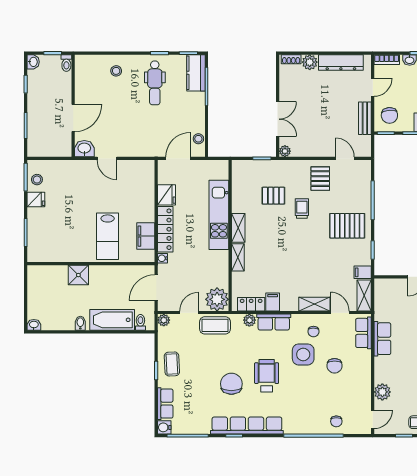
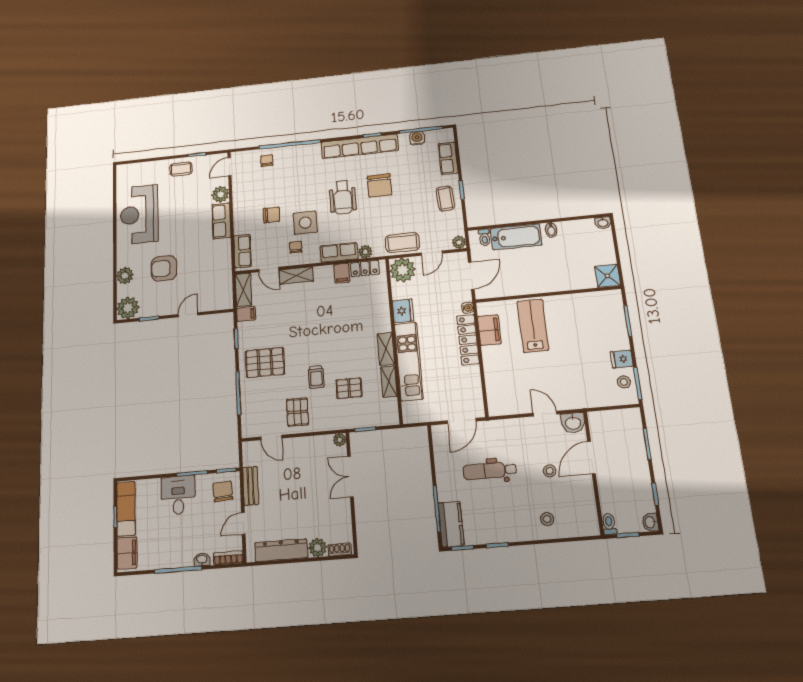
dental chair: (155, 83) -> (490, 471), moved, turned -90
stool: (198, 139) -> (550, 471), moved
fridge: (166, 195) -> (403, 311), moved, turned 180
shelving: (238, 257) -> (389, 382), moved
shower: (78, 275) -> (607, 276), moved
row of seats: (382, 339) -> (221, 221), moved
chair: (335, 366) -> (271, 215), turned 90
water cooler: (164, 427) -> (417, 138), moved, turned -90

